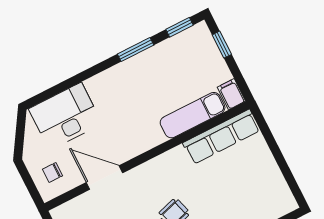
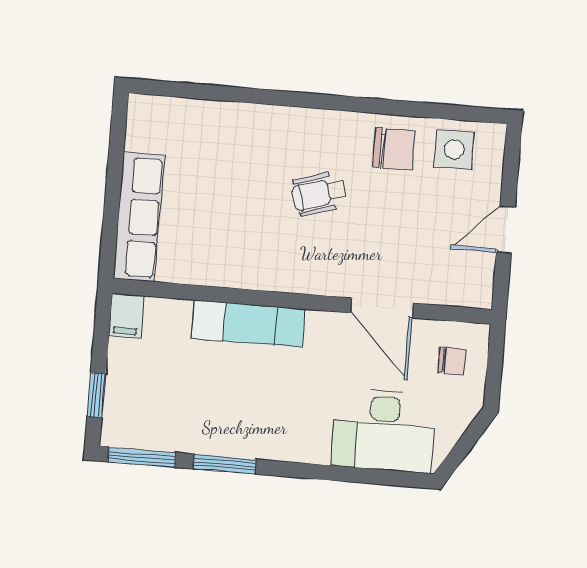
window: (179, 27) -> (142, 457), width x1.50
exam couch: (193, 115) -> (248, 324), moved
row of seats: (221, 137) -> (139, 217), moved, turned 90

